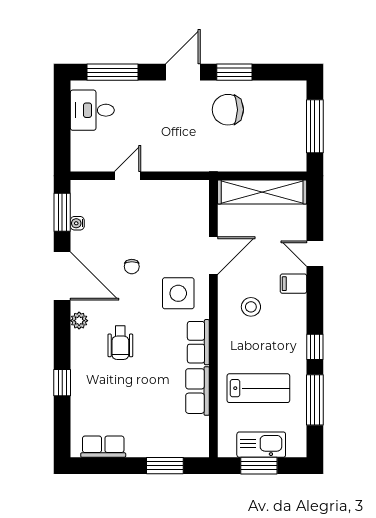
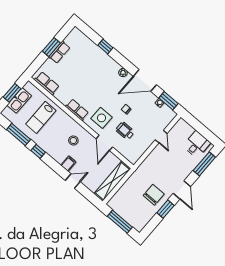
wheelchair: (120, 343) -> (125, 131), moved
row of seats: (198, 391) -> (47, 83), moved
row of seats: (103, 447) -> (59, 52), moved
window: (165, 466) -> (51, 47), moved

